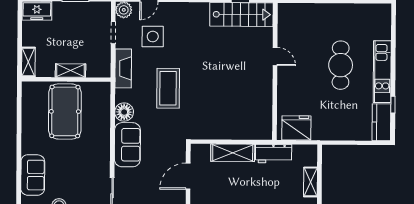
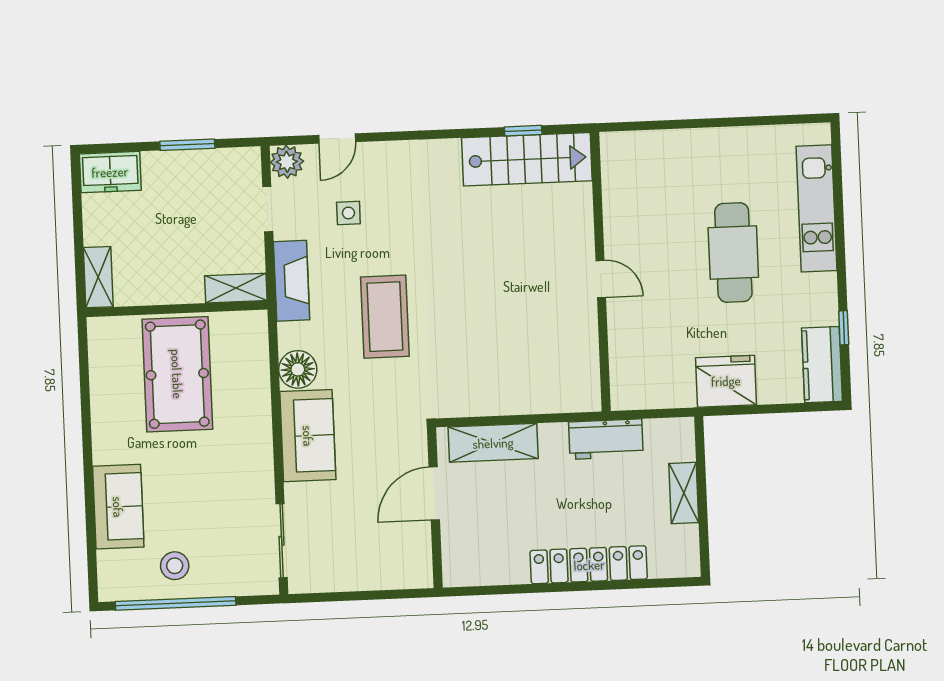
side table: (153, 37) -> (348, 213), width x0.54, depth x0.54
door: (275, 57) -> (601, 279), moved
shelving: (71, 70) -> (236, 288), moved
kitchen unit: (382, 72) -> (816, 208), moved
fridge: (296, 128) -> (726, 381), moved
shelving: (233, 153) -> (493, 443), moved

